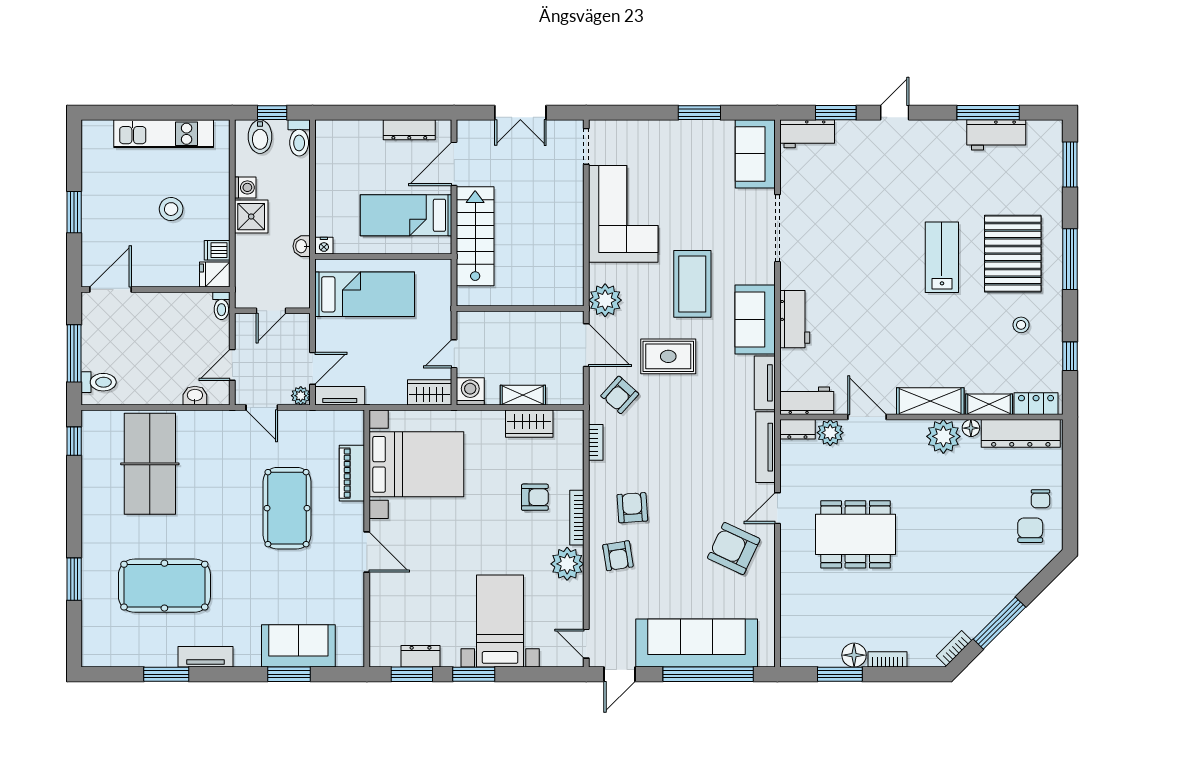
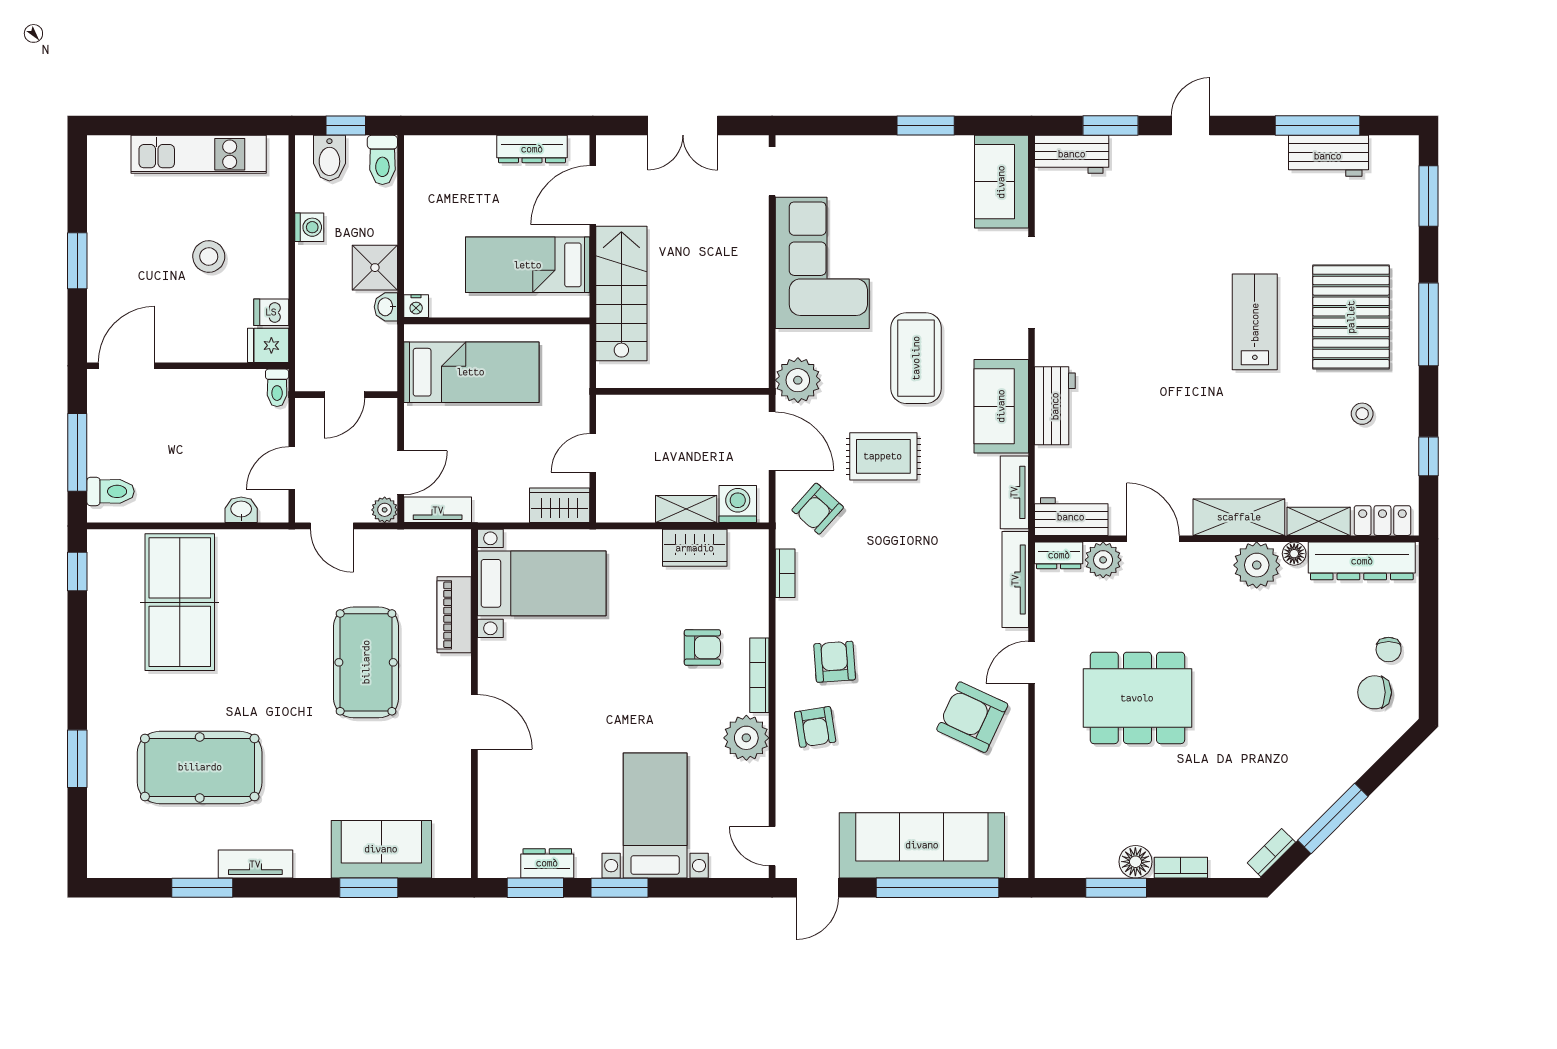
shower: (251, 217) -> (375, 268), moved
washing machine: (470, 391) -> (738, 504), moved
bed with nightstands: (416, 464) -> (542, 583), width x0.73
chair: (1030, 530) -> (1375, 692), turned -90

